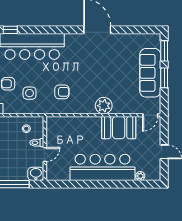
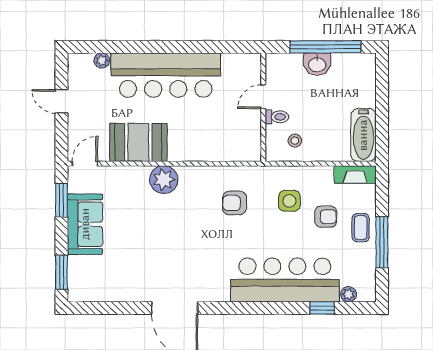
sofa: (150, 73) -> (85, 224), width x0.73
window: (164, 78) -> (61, 200), moved
washbasin: (36, 174) -> (317, 64), moved

